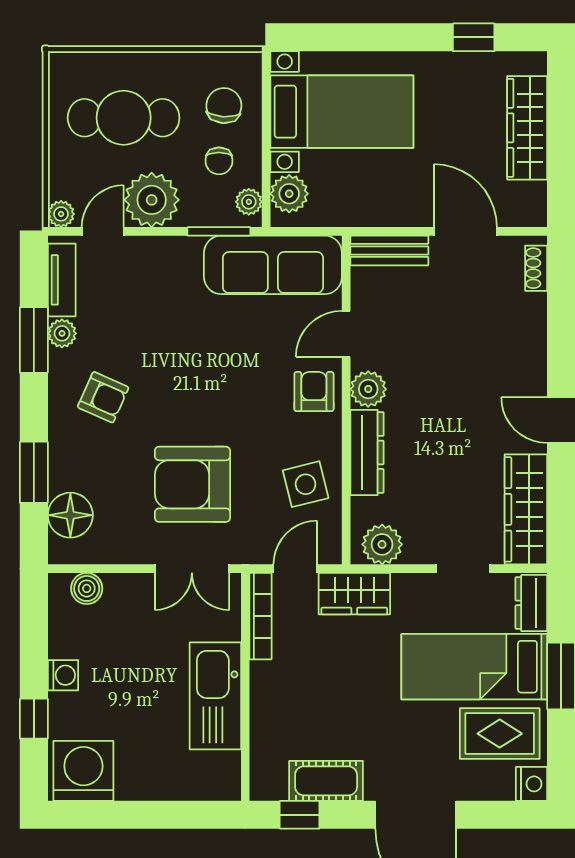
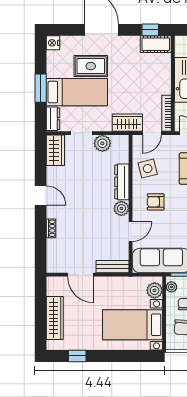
shoe rack: (536, 268) -> (51, 228), moved
armchair: (314, 392) -> (156, 202), moved, turned 90
wardrobe: (526, 509) -> (55, 150), width x0.67
plant: (382, 544) -> (102, 143), moved
rug: (500, 734) -> (91, 66), moved
cot: (326, 781) -> (156, 44), moved

